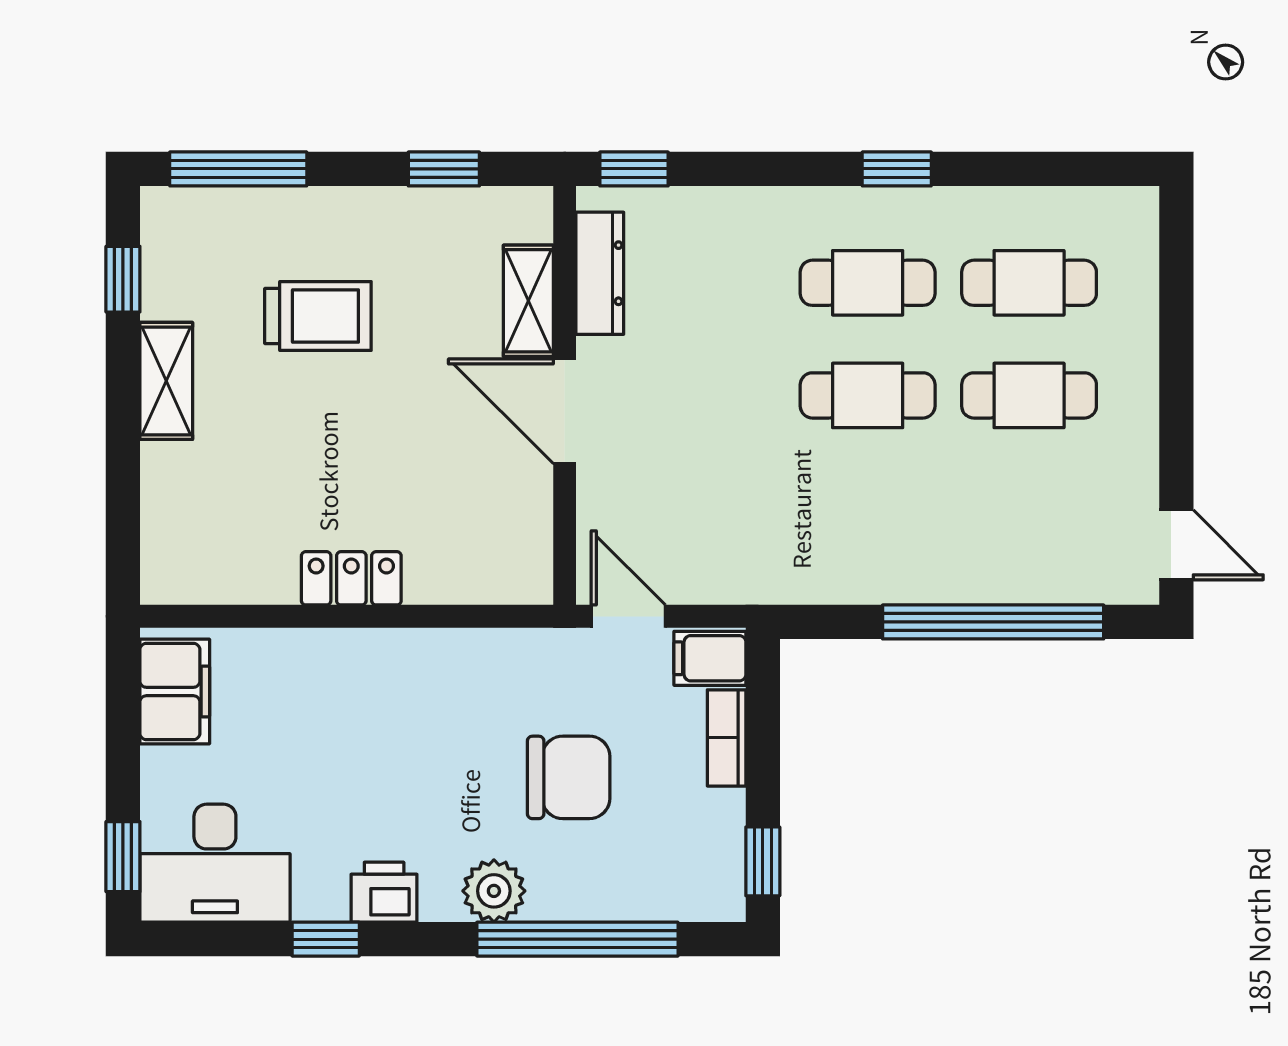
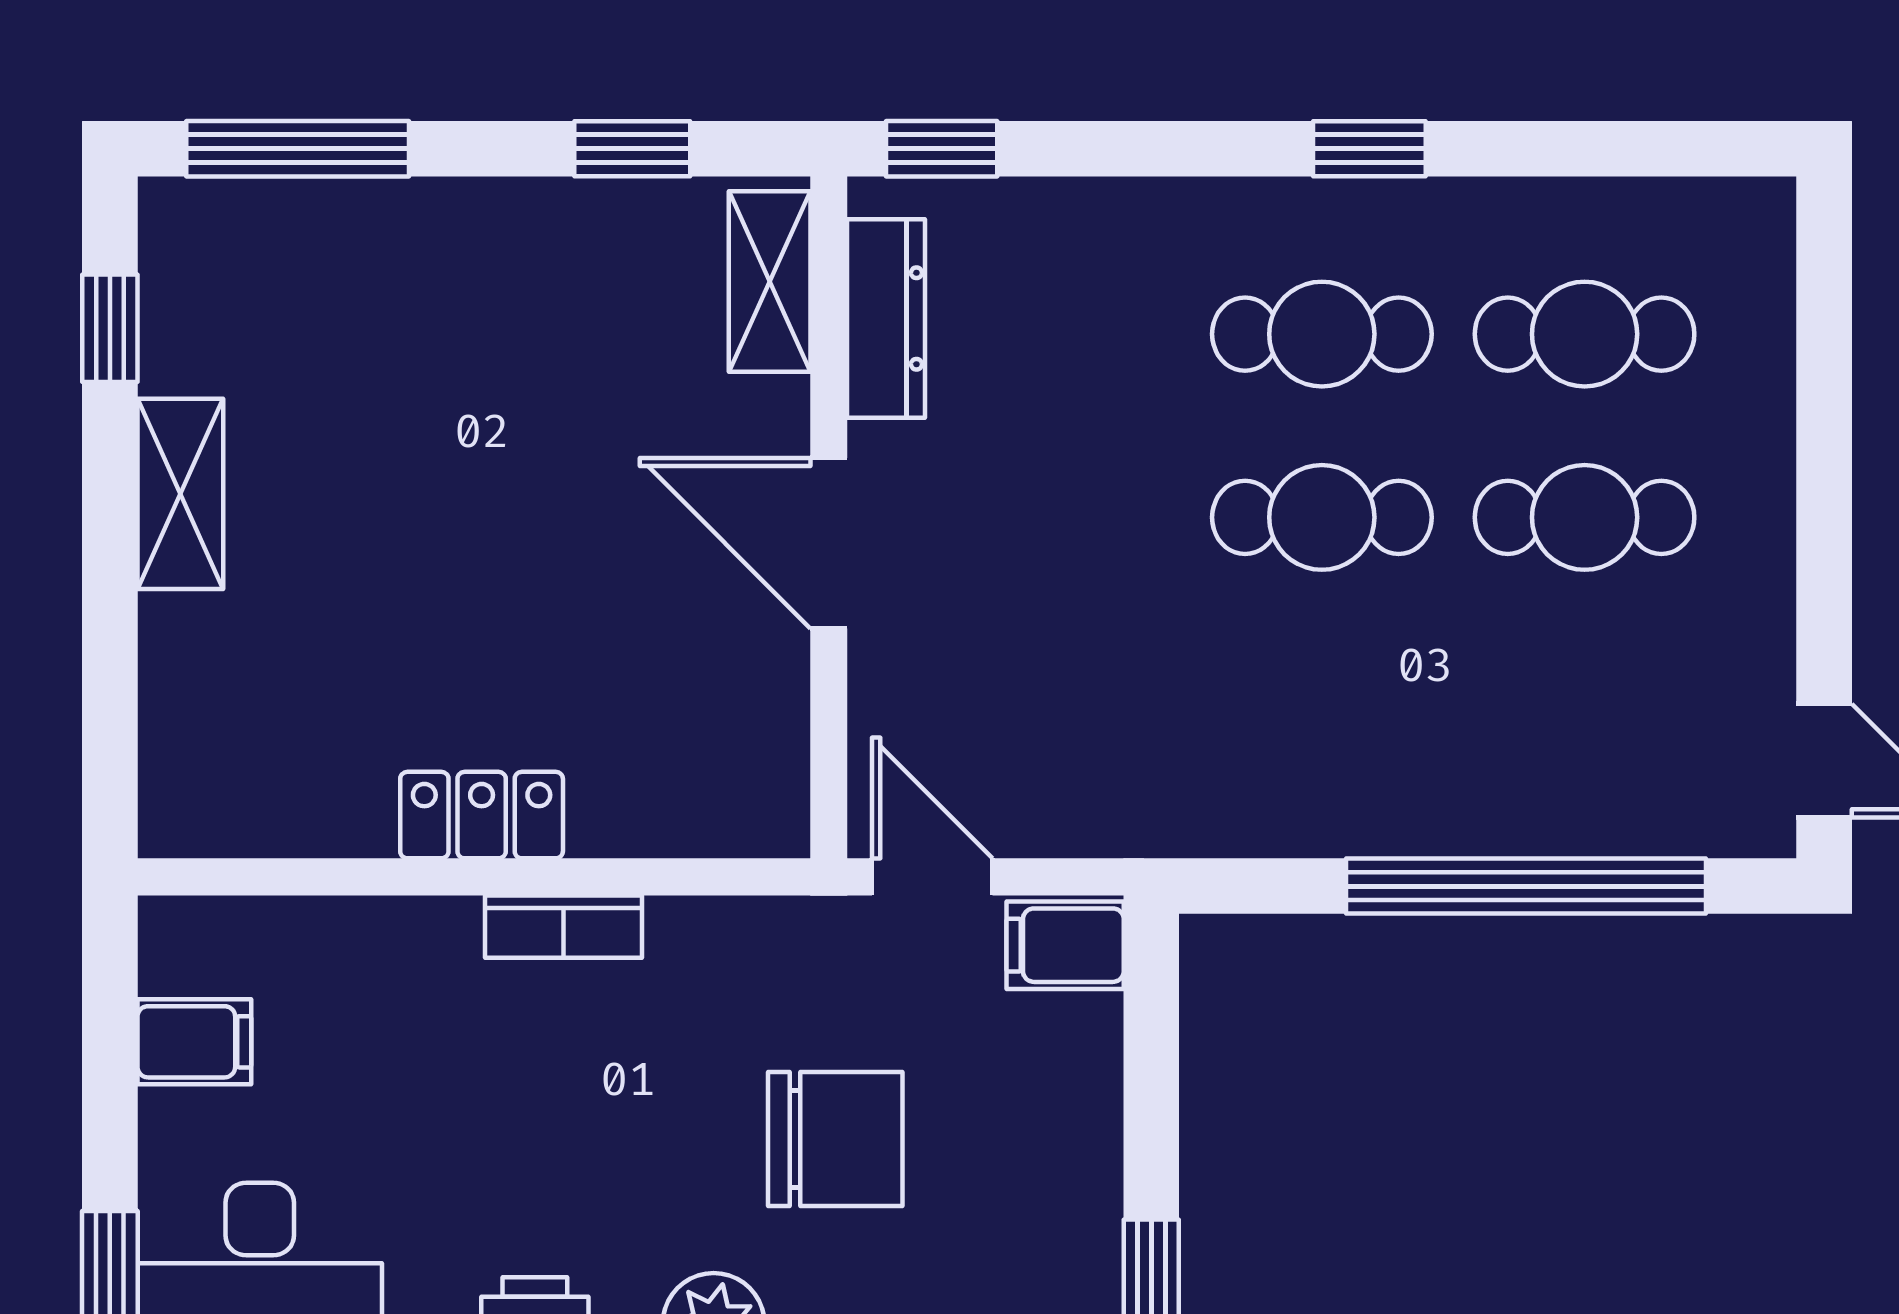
shelving: (528, 301) -> (770, 282), moved
trolley: (318, 316) -> (427, 388), removed
filing cabinet: (175, 692) -> (194, 1042), width x0.50
bookcase: (727, 738) -> (563, 927), moved, turned -90

